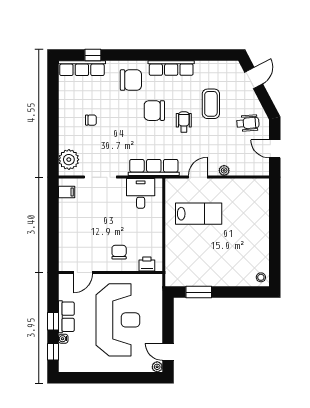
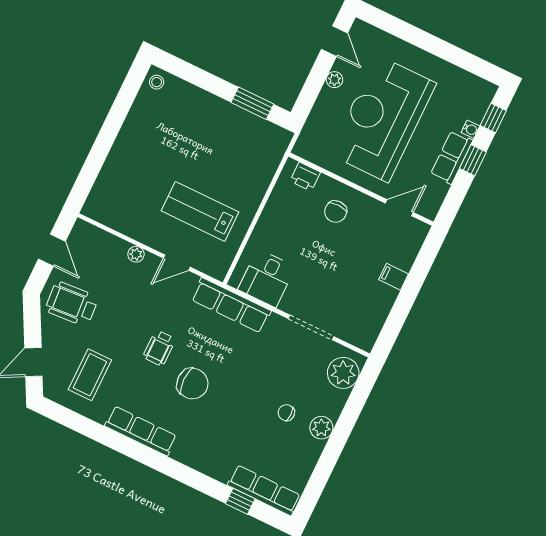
chair: (131, 80) -> (204, 441), removed
coffee table: (211, 104) -> (90, 375), moved
plant: (66, 121) -> (321, 428), added
wheelchair: (248, 123) -> (72, 304), width x1.36, depth x1.37
filing cabinet: (67, 192) -> (394, 277), moved
plant: (157, 367) -> (334, 80), moved

